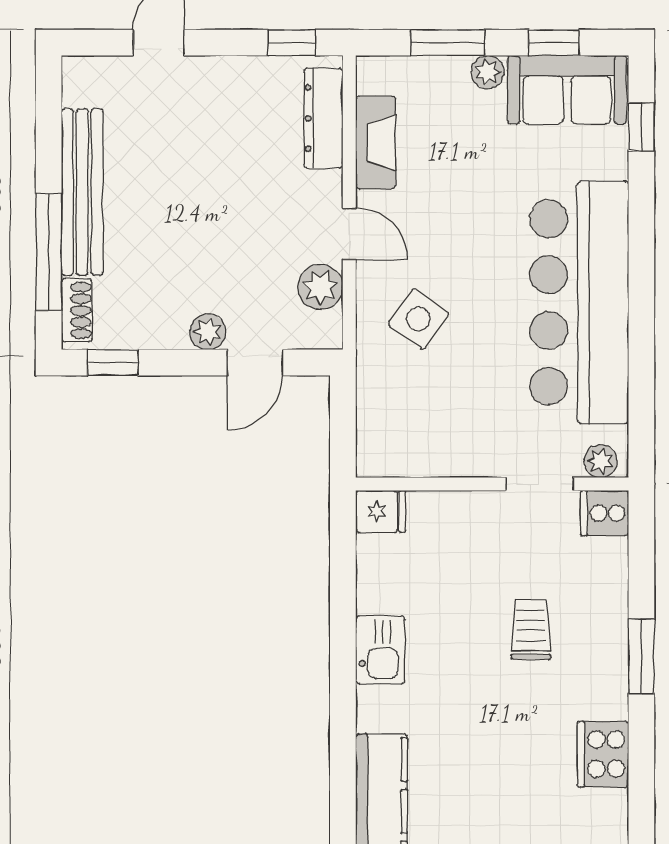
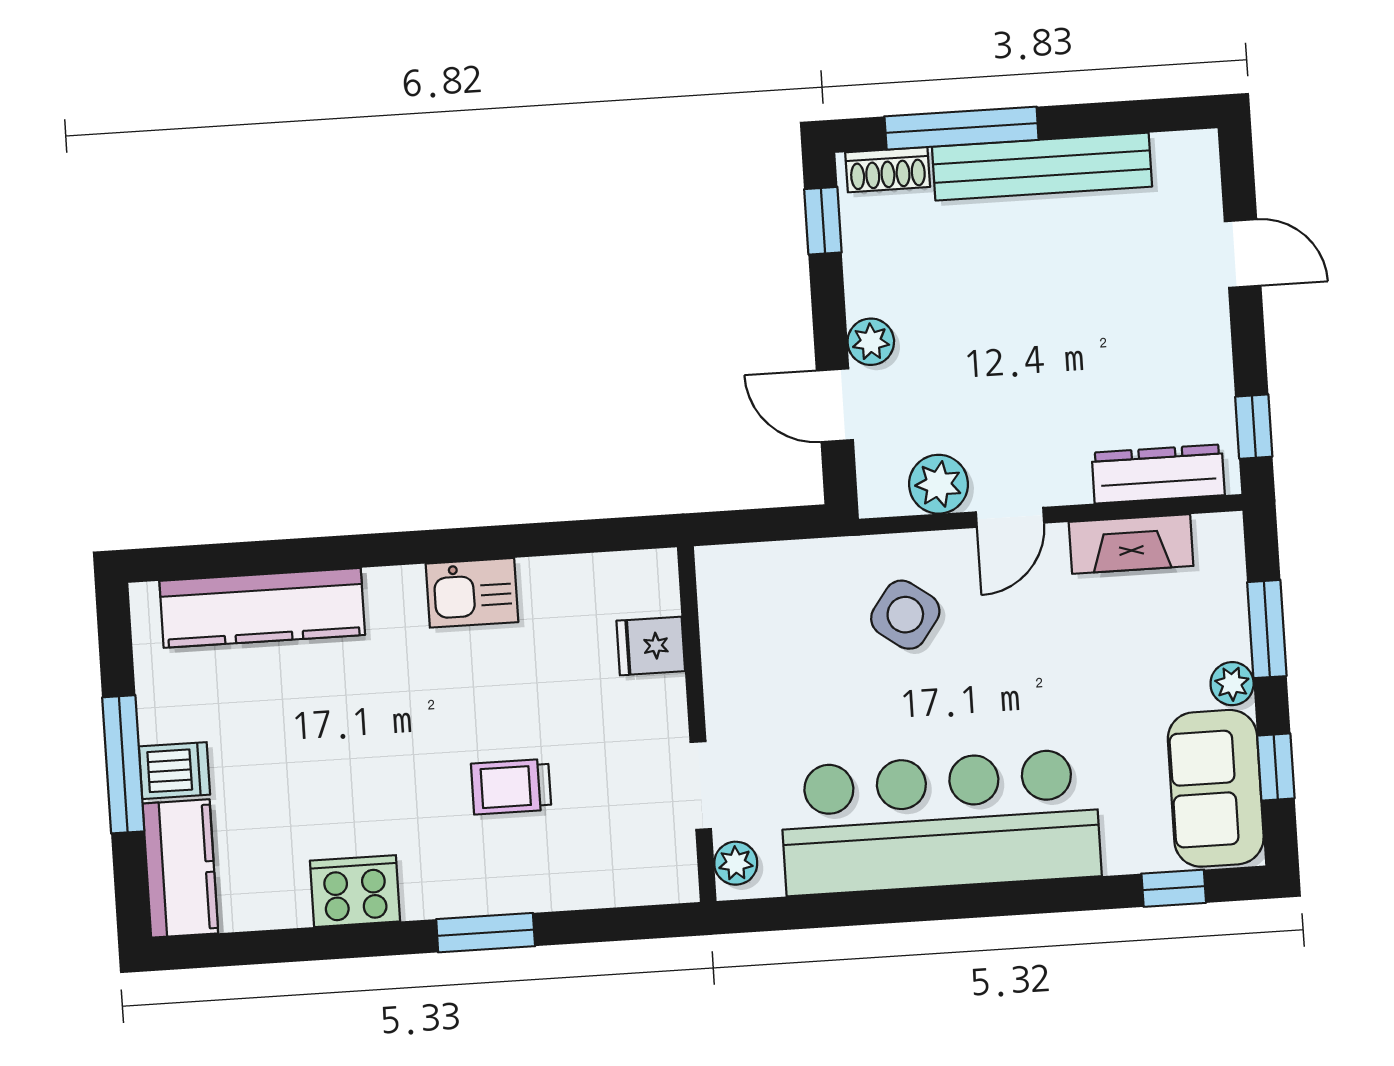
fridge: (381, 511) -> (651, 646), moved, turned 90
cooker: (605, 513) -> (668, 873), removed
trolley: (531, 629) -> (511, 787), turned 180

